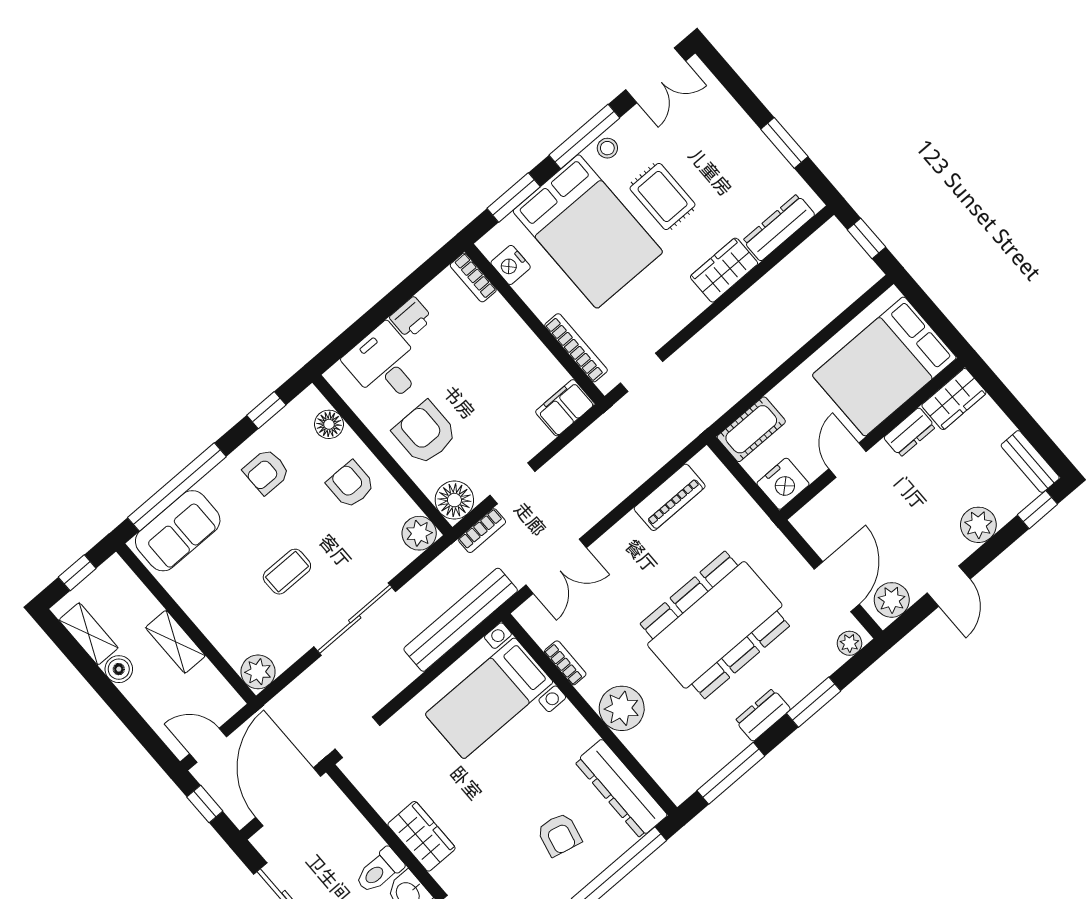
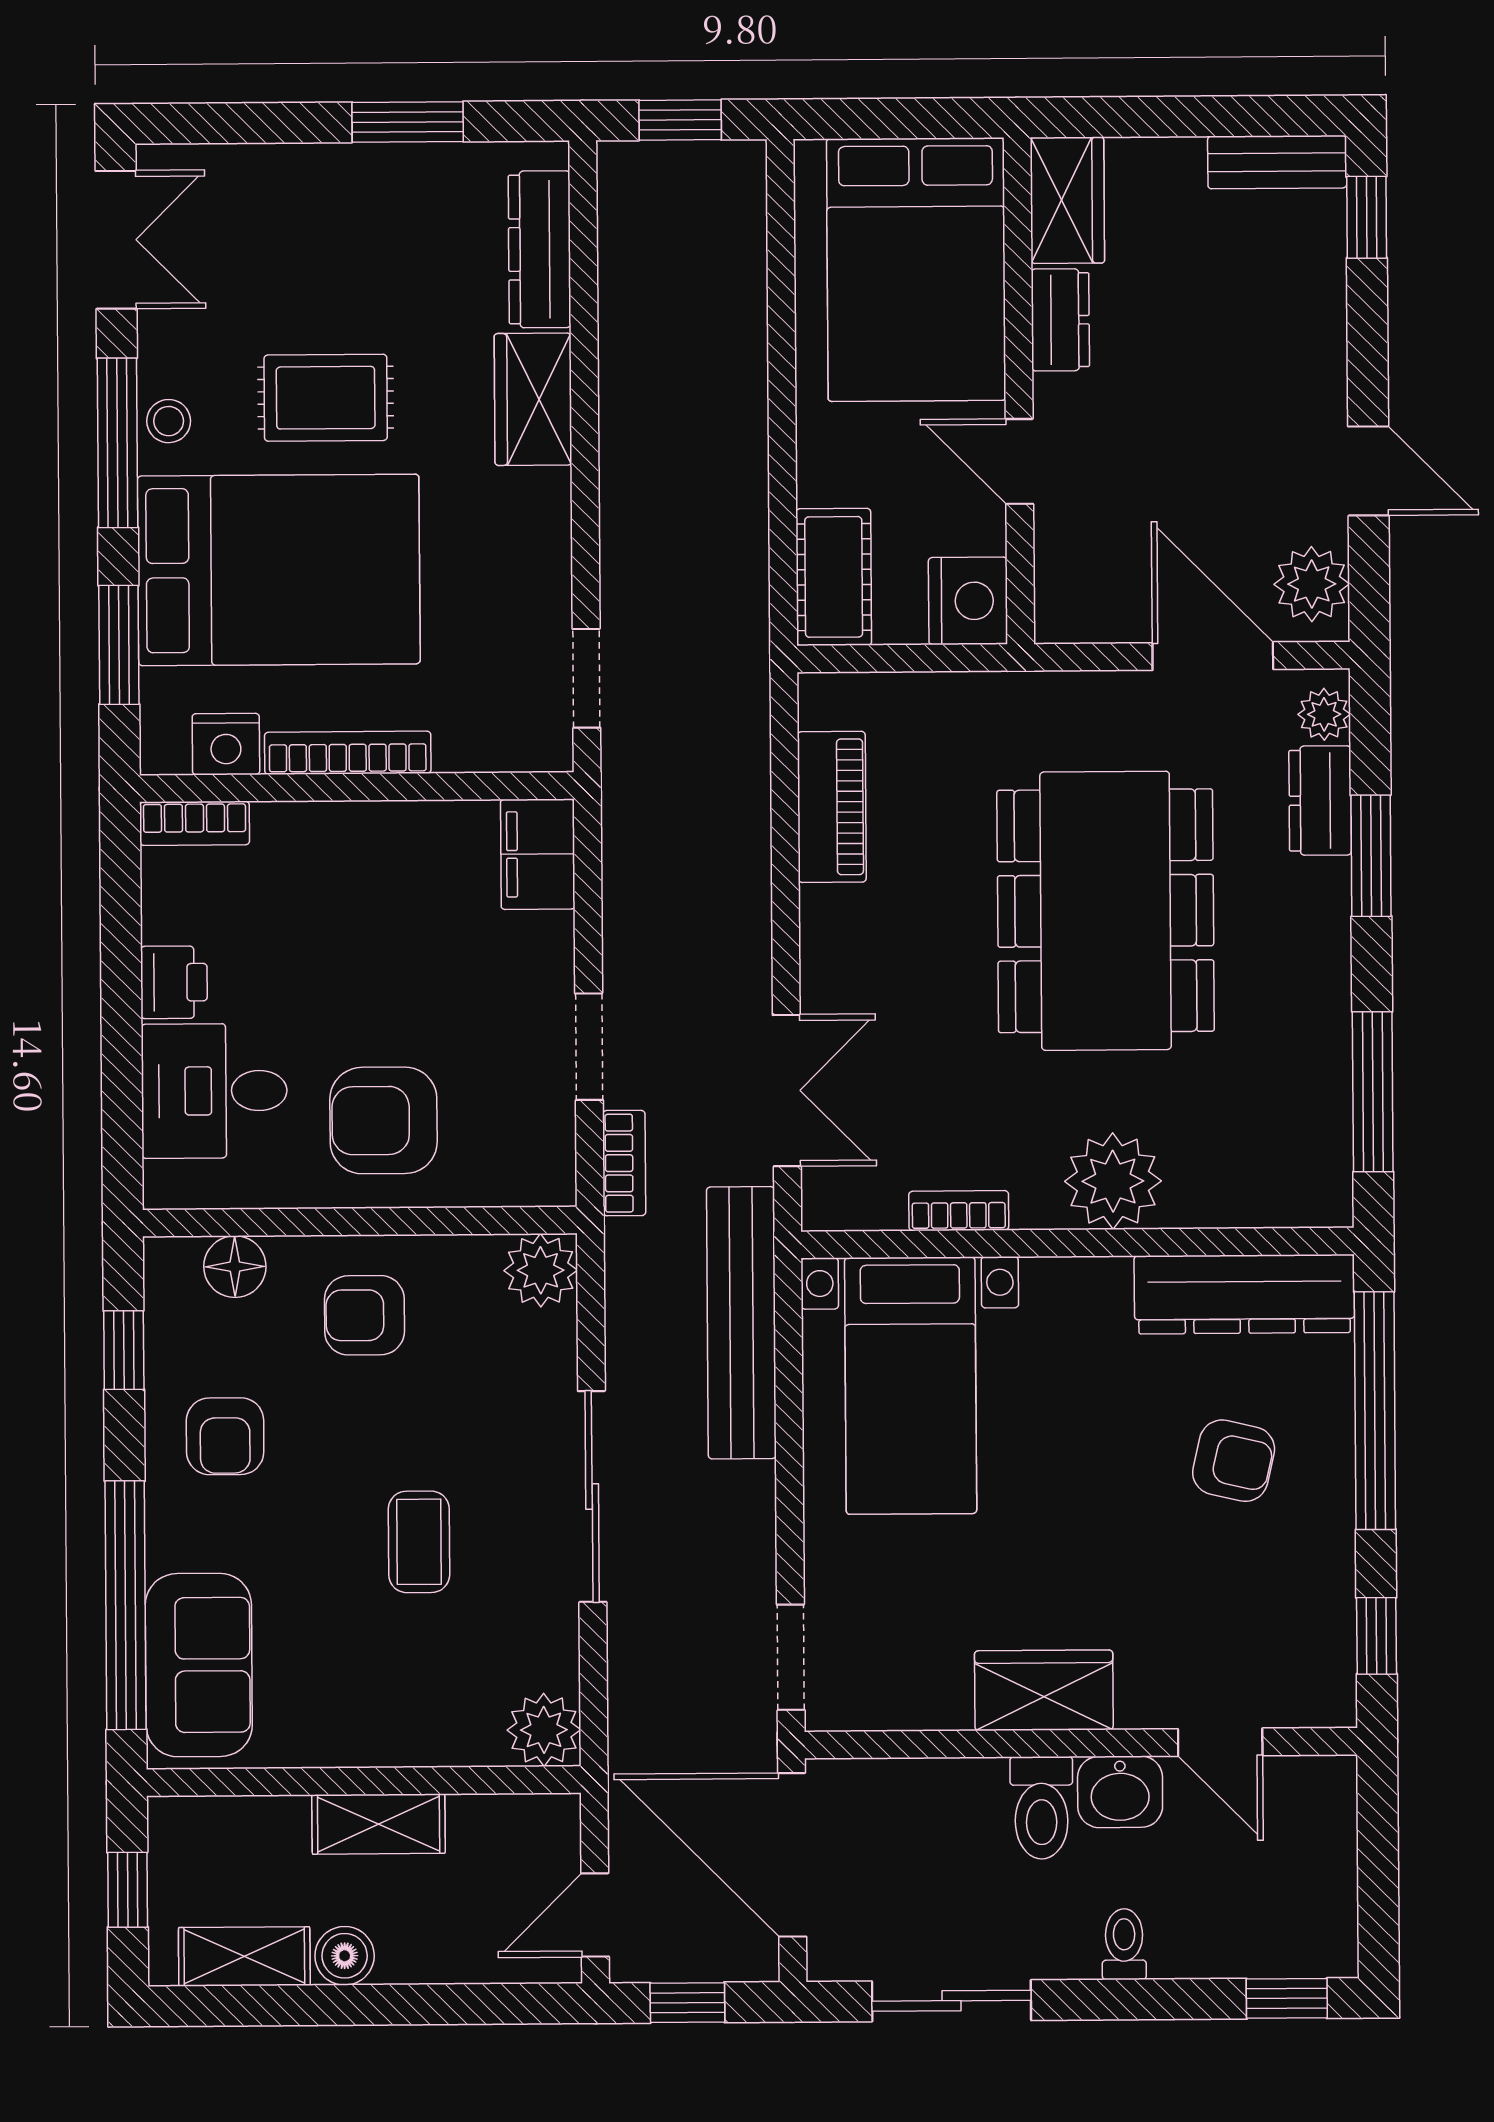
bookcase: (576, 348) -> (348, 753), moved
floor lamp: (454, 500) -> (535, 1166), removed
plant: (978, 525) -> (1309, 336), removed
dresser: (763, 715) -> (1320, 801), moved

